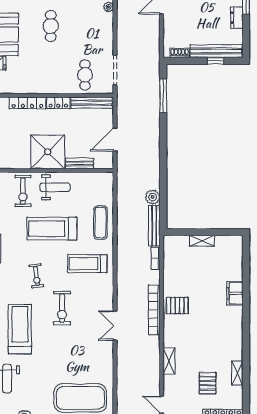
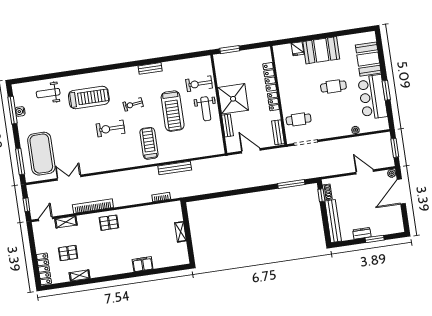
window: (216, 61) -> (321, 195), moved
bench: (92, 103) -> (278, 132), width x0.73
plant: (153, 197) -> (209, 187), removed
exercise mat: (100, 223) -> (183, 149), removed
bench: (154, 226) -> (175, 168), moved
treadmill: (52, 229) -> (173, 111), turned 180
pallet: (177, 306) -> (109, 223), moved, turned 90
bookcase: (154, 310) -> (93, 206), moved
double door: (115, 326) -> (69, 178), moved
shelving: (169, 361) -> (66, 222), moved

